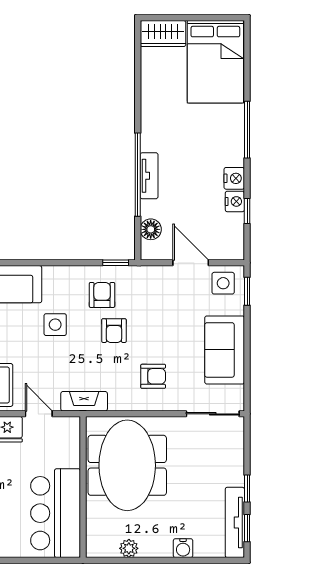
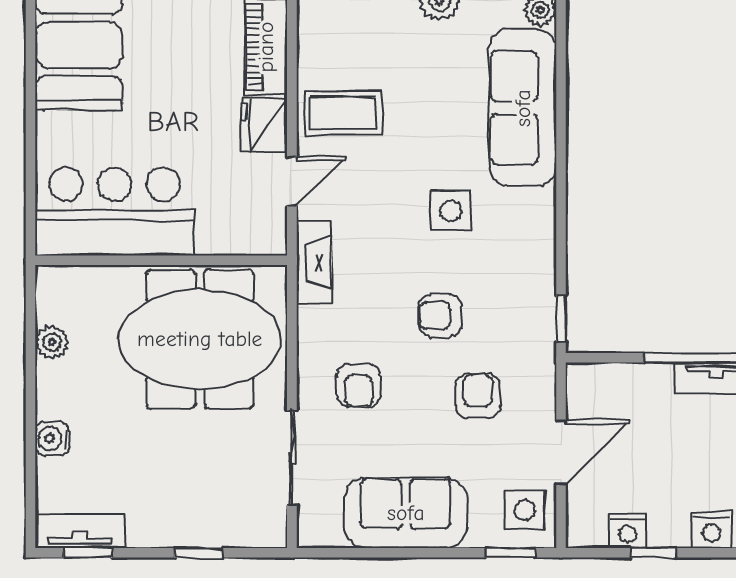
nightstand: (235, 201) -> (628, 531), moved
floor lamp: (151, 229) -> (621, 381), removed
armchair: (102, 295) -> (478, 396), moved, turned -90
sliding door: (213, 414) -> (292, 458), moved
window: (247, 488) -> (198, 553), moved
tv unit: (235, 522) -> (80, 531), width x0.71

